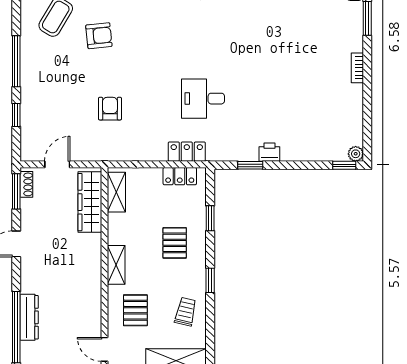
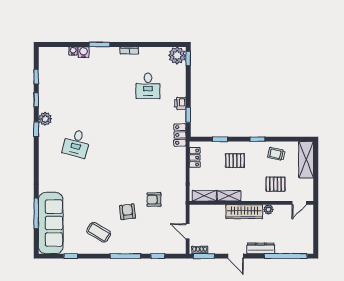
armchair: (99, 36) -> (128, 212), moved
desk: (203, 99) -> (148, 86), moved
locker: (187, 152) -> (180, 135), moved
plant: (356, 154) -> (177, 55), width x1.87, depth x1.87
wardrobe: (90, 202) -> (244, 212), moved
shelving: (116, 265) -> (229, 196), moved
plant: (94, 298) -> (268, 209), added
dresser: (29, 317) -> (261, 248), moved

